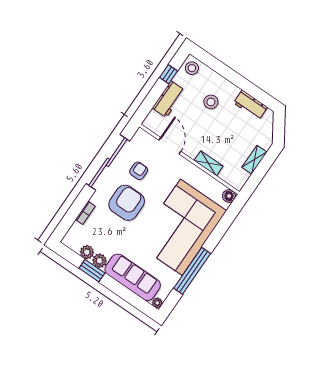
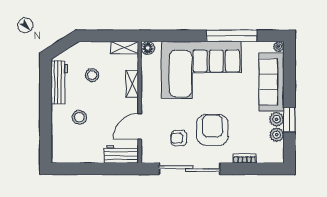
stool: (192, 68) -> (92, 75), moved
window: (168, 74) -> (81, 169), removed
workbench: (169, 99) -> (121, 154), moved
workbench: (250, 105) -> (59, 82), width x1.38
shelving: (254, 160) -> (125, 48), moved
armchair: (127, 203) -> (212, 130), turned 90

